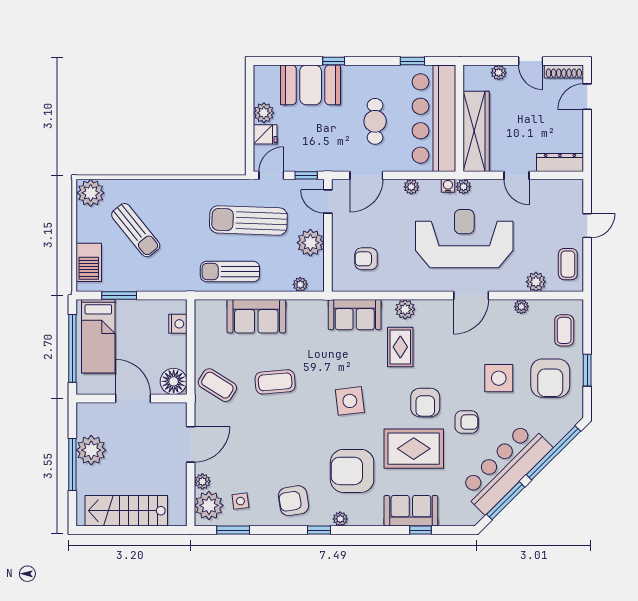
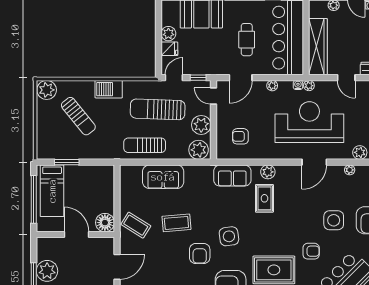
barbecue: (89, 262) -> (109, 89), moved, turned 90
plant: (300, 284) -> (199, 150), width x1.87, depth x1.87
nightstand: (178, 324) -> (108, 182), removed
armchair: (425, 403) -> (200, 253), moved

